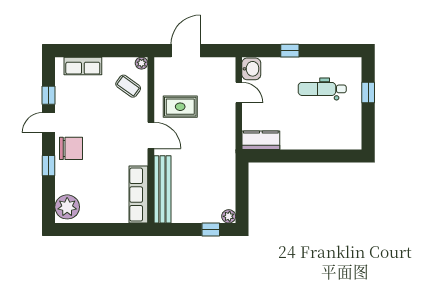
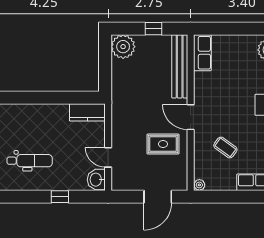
coffee table: (128, 86) -> (225, 147), moved
row of seats: (138, 195) -> (202, 53), width x0.68
plant: (229, 216) -> (123, 47), width x1.88, depth x1.88
window: (211, 230) -> (153, 29), moved

